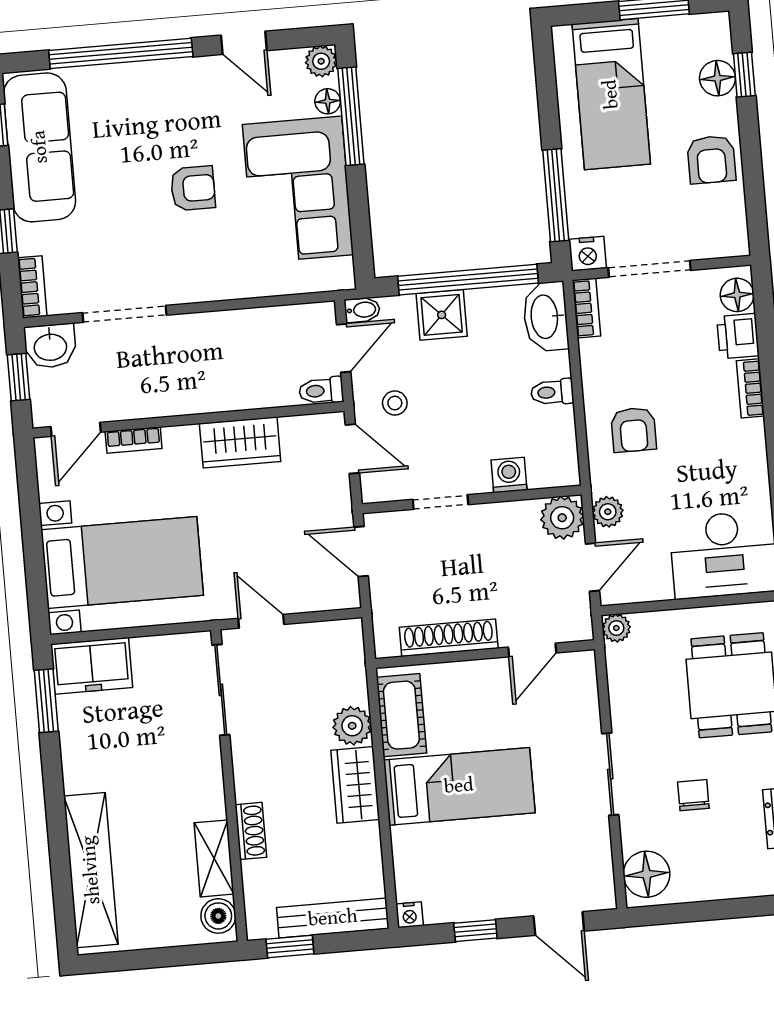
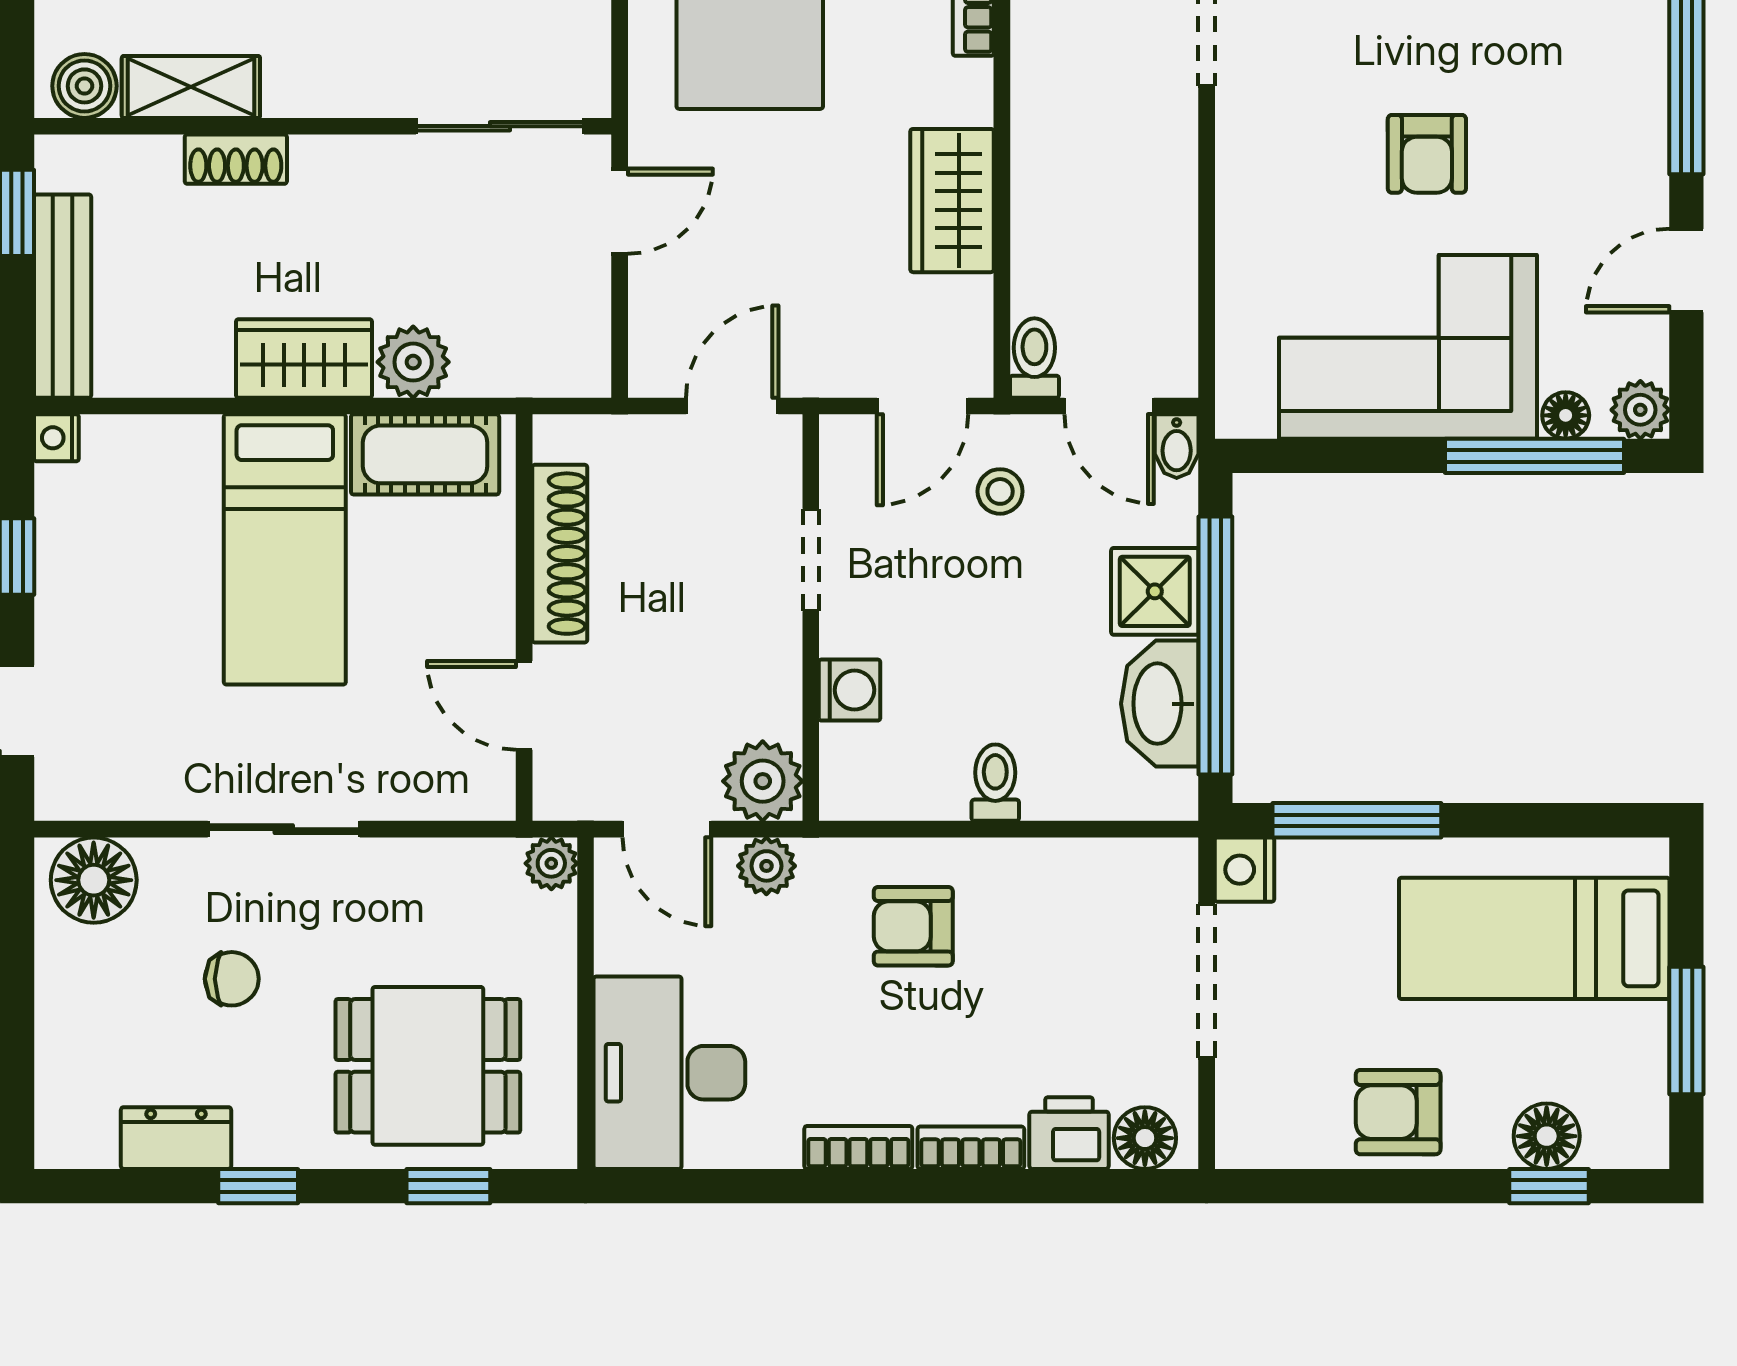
bookcase: (586, 308) -> (858, 1147), moved, turned 180
washbasin: (546, 317) -> (1160, 704), moved, turned -90

